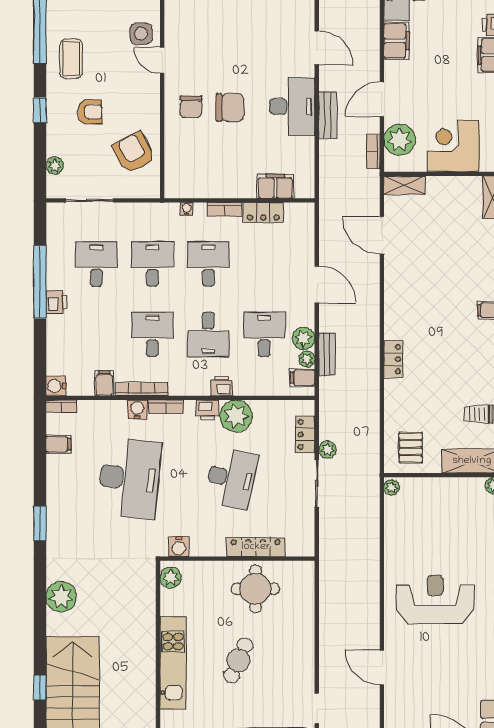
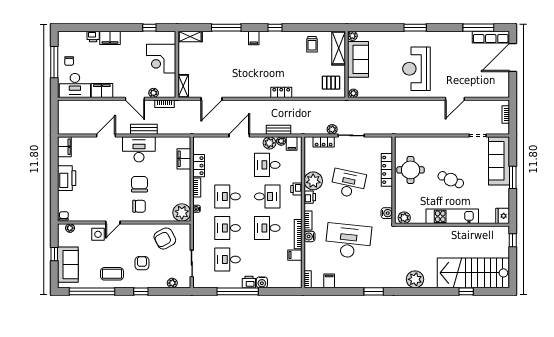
plant: (400, 140) -> (154, 93), width x0.53, depth x0.53
plant: (180, 183) -> (182, 213), added
water cooler: (56, 386) -> (262, 282), moved
sofa: (452, 496) -> (358, 59), added

